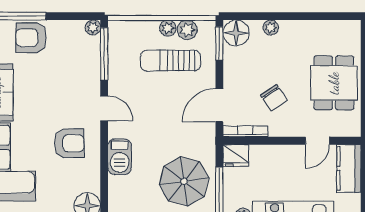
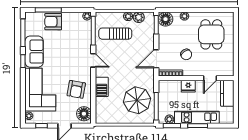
sun lounger: (171, 61) -> (115, 34), moved
dining table: (334, 83) -> (211, 34), moved
armchair: (69, 143) -> (76, 89), moved, turned 100
fridge: (236, 155) -> (188, 86), moved

